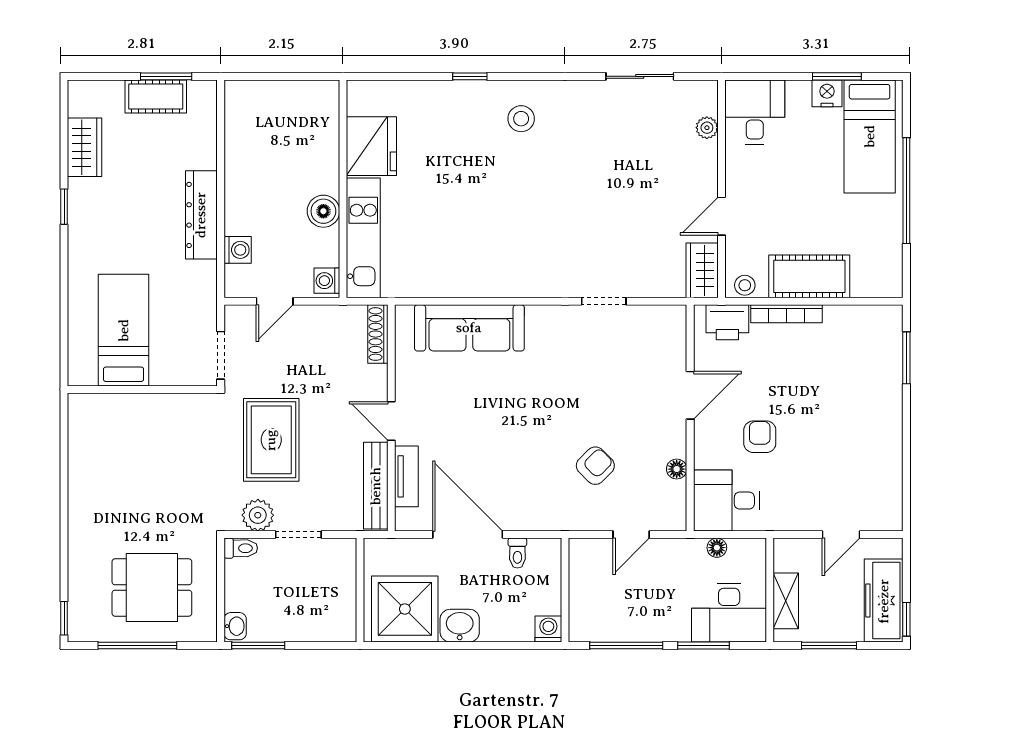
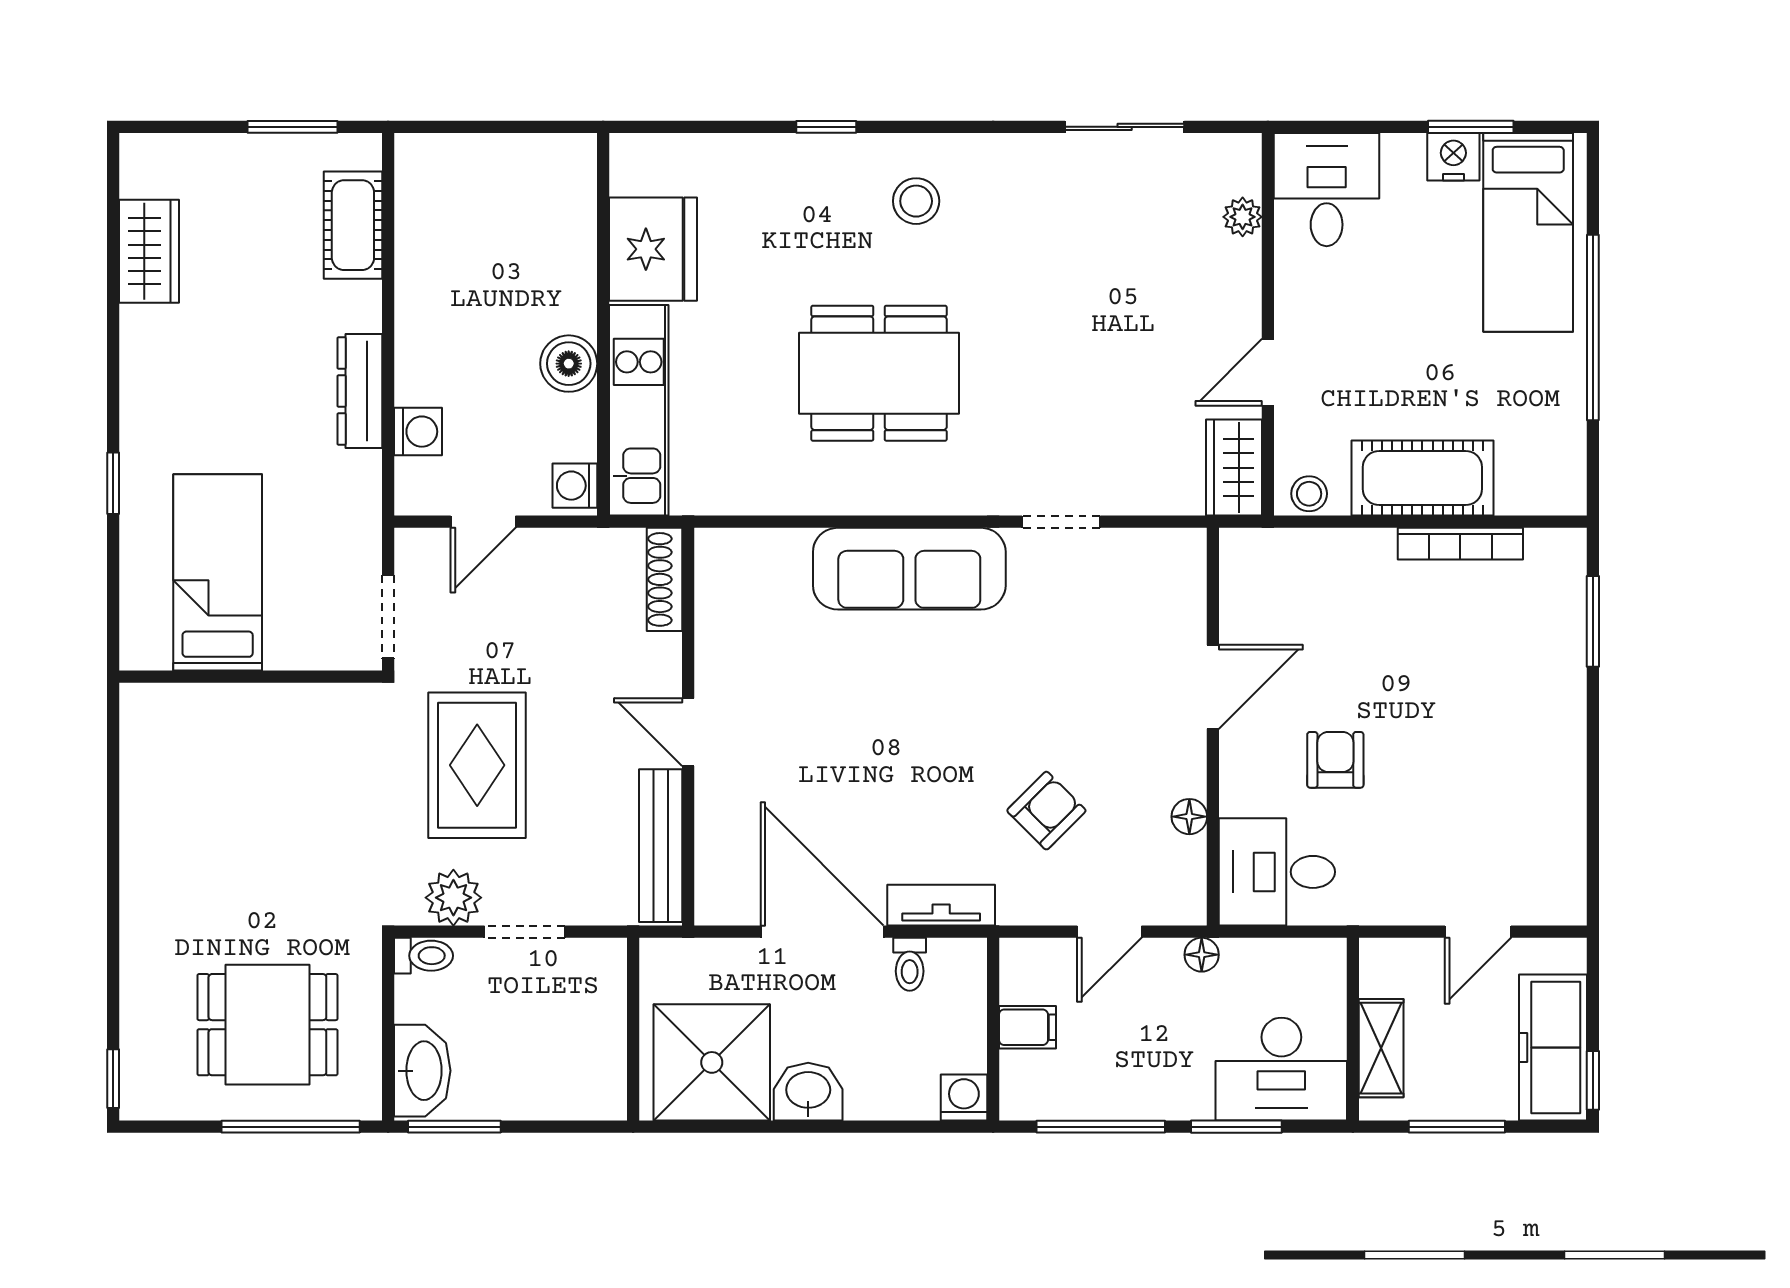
cot: (156, 96) -> (353, 225), moved, turned 90
window: (64, 207) -> (113, 483), moved
dresser: (201, 215) -> (360, 391), width x0.73, depth x0.80
dining table: (500, 217) -> (879, 373), added
bookcase: (787, 314) -> (1460, 544), moved
printer: (727, 322) -> (1278, 559), removed
sofa: (469, 328) -> (909, 569), moved
tv unit: (406, 476) -> (941, 905), moved, turned -90
floor lamp: (717, 548) -> (1202, 955), moved
filing cabinet: (584, 589) -> (1027, 1027), added
washbasin: (235, 626) -> (422, 1071), width x1.91, depth x1.45
window: (137, 646) -> (291, 1127), moved

